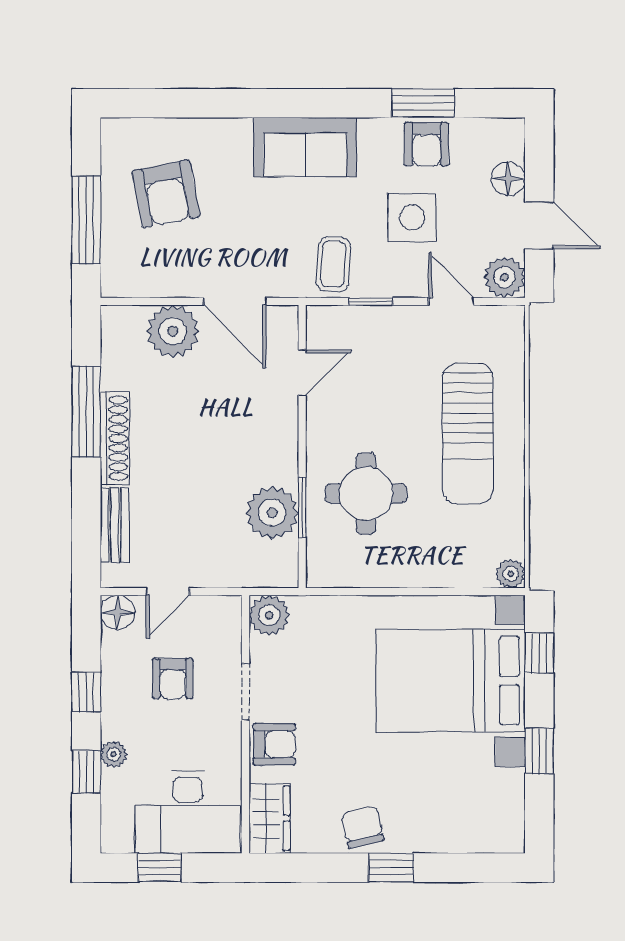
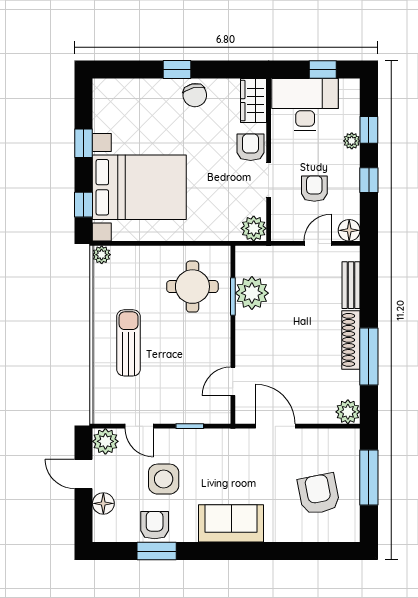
coffee table: (333, 264) -> (213, 450), removed
plant: (173, 331) -> (348, 412), moved, width x0.73, depth x0.73
sun lounger: (468, 434) -> (129, 343), width x0.73, depth x0.75
round table: (366, 494) -> (192, 287), moved
armchair: (274, 744) -> (251, 147), turned 90

